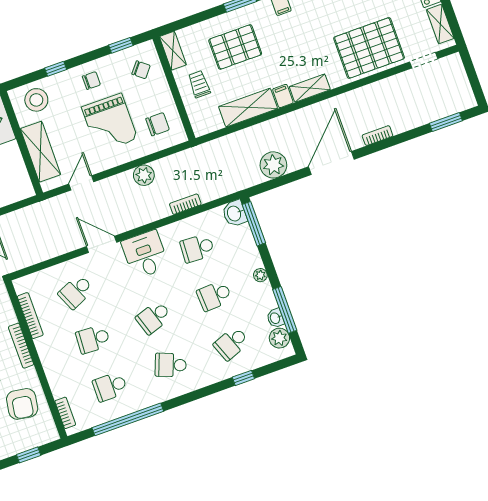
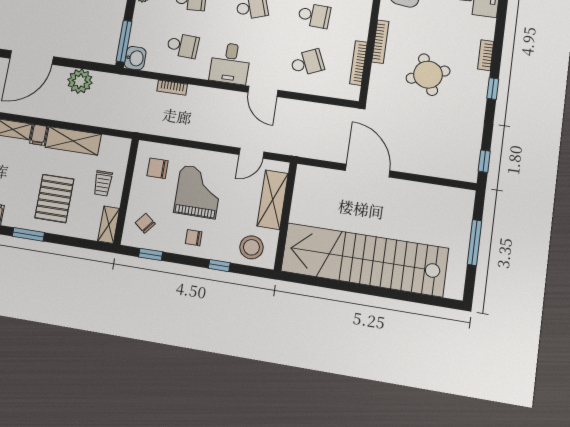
pallet: (235, 47) -> (54, 198), turned 90
plant: (144, 175) -> (194, 131), removed

